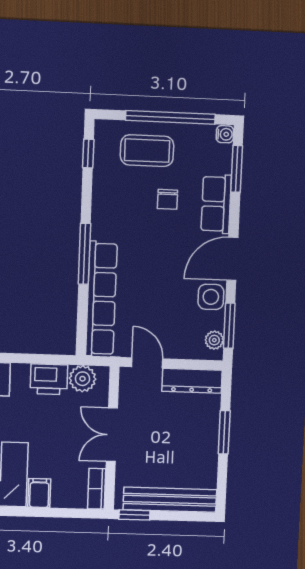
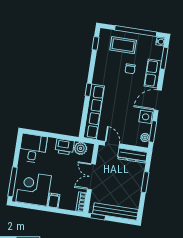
window: (84, 254) -> (88, 90), width x0.46

